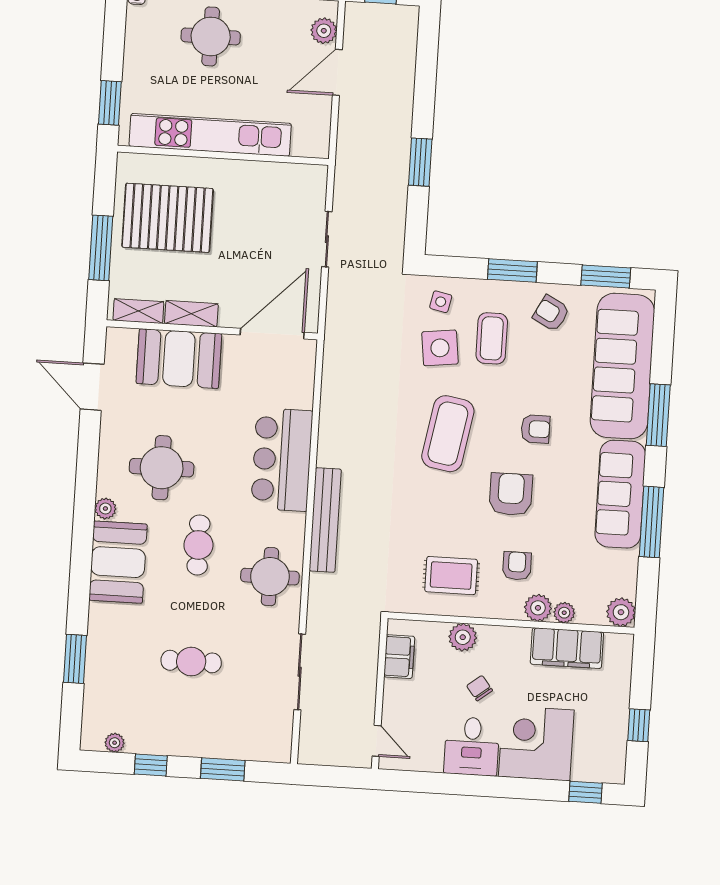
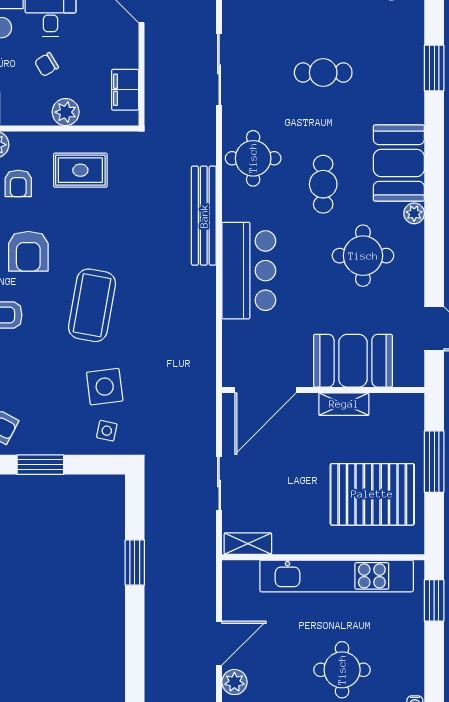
shelving: (138, 311) -> (248, 544), moved
coffee table: (492, 338) -> (56, 399), removed
chair: (480, 688) -> (47, 64), turned 97

